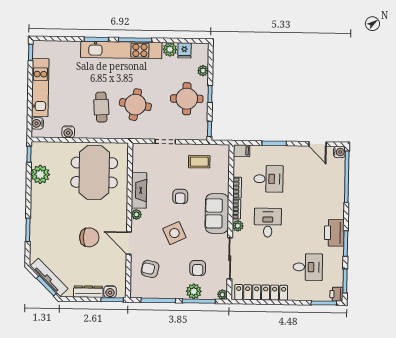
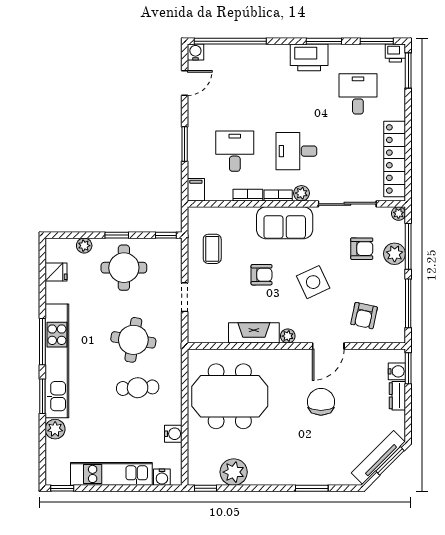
plant: (170, 49) -> (55, 429), moved
dresser: (88, 292) -> (397, 396), width x0.70

